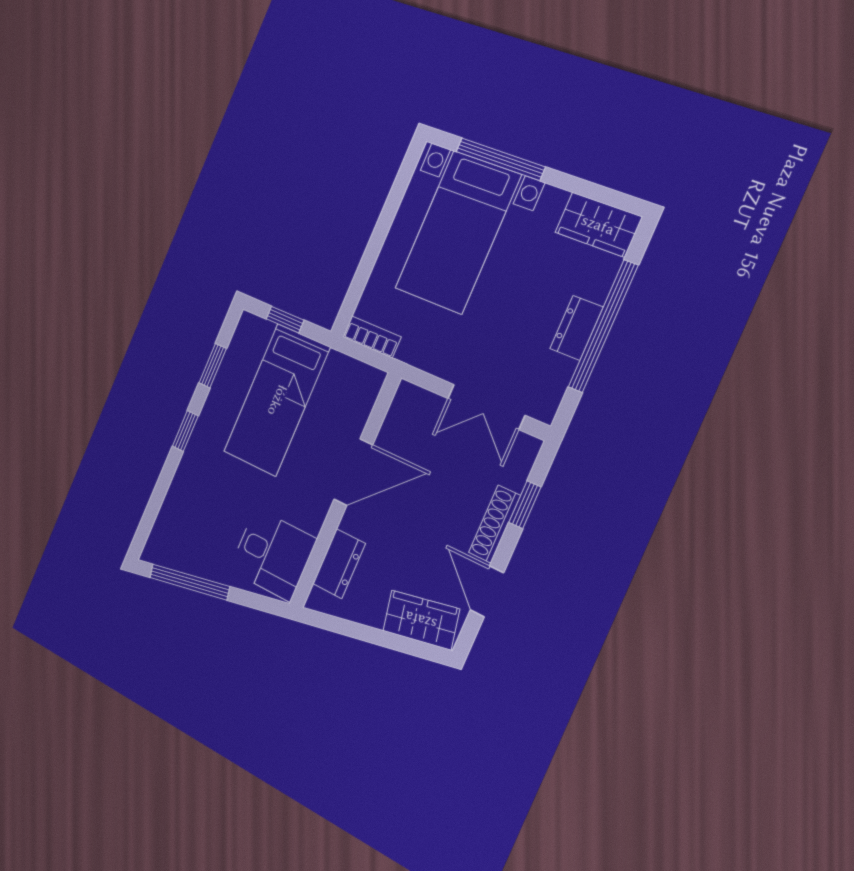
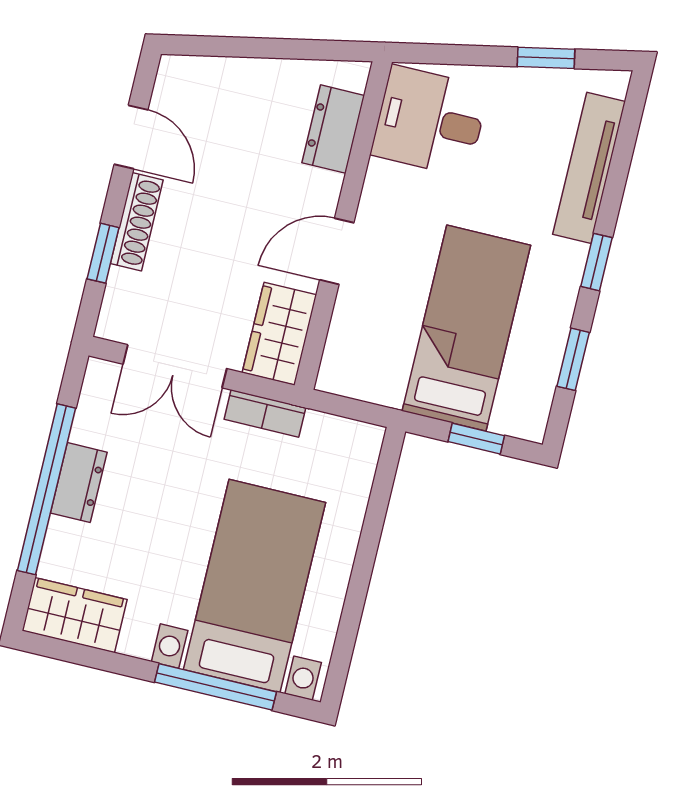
bookcase: (372, 337) -> (265, 413), moved
double door: (486, 407) -> (175, 366), swing flipped
door: (353, 472) -> (337, 251), width x0.73
tv unit: (177, 498) -> (589, 168), added
window: (189, 582) -> (546, 58), width x0.46
wardrobe: (421, 620) -> (279, 334), moved, turned 101

